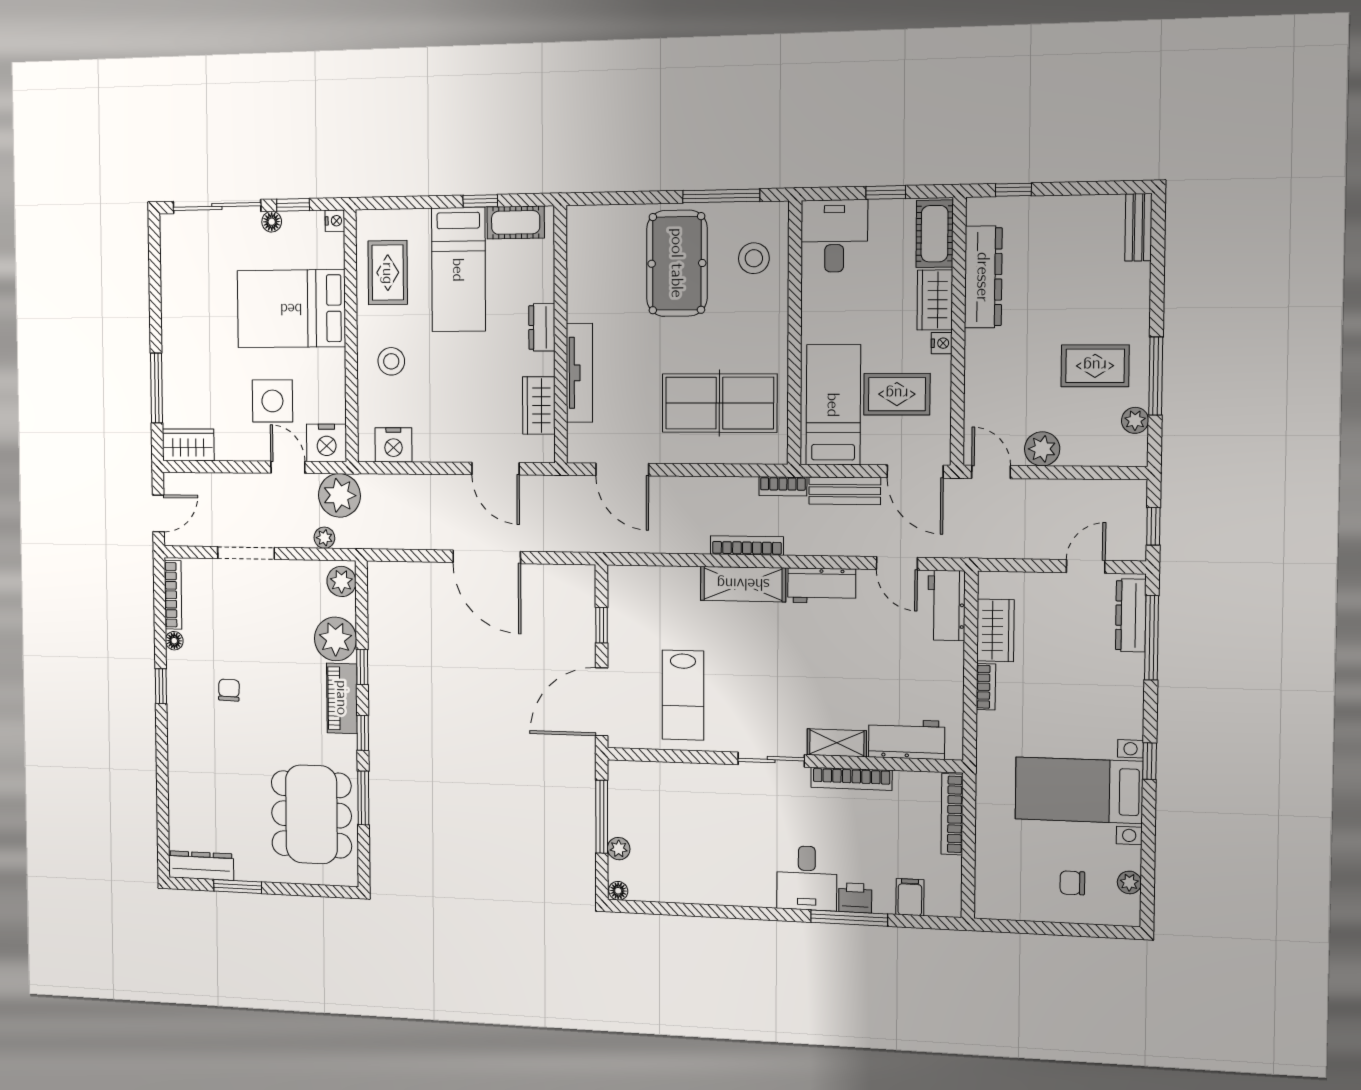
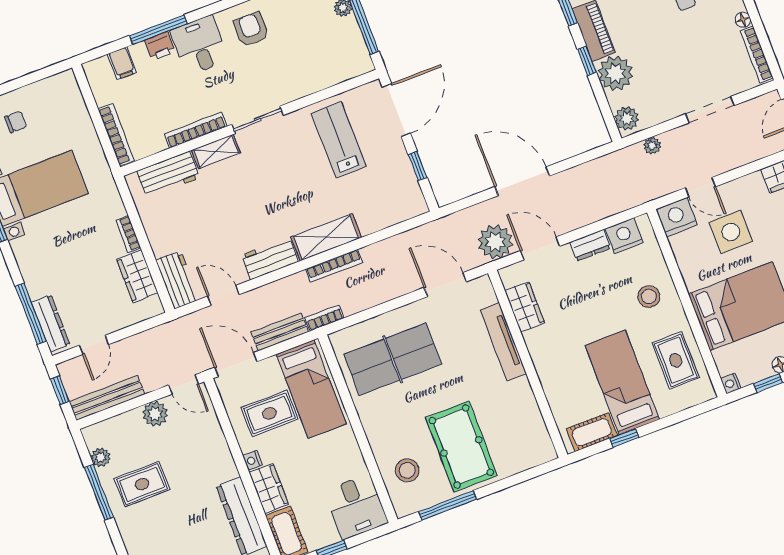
dresser: (542, 327) -> (590, 245), moved, turned 90
bench: (1096, 493) -> (107, 398), added
plant: (339, 495) -> (495, 242), moved
armchair: (737, 870) -> (251, 29), added

